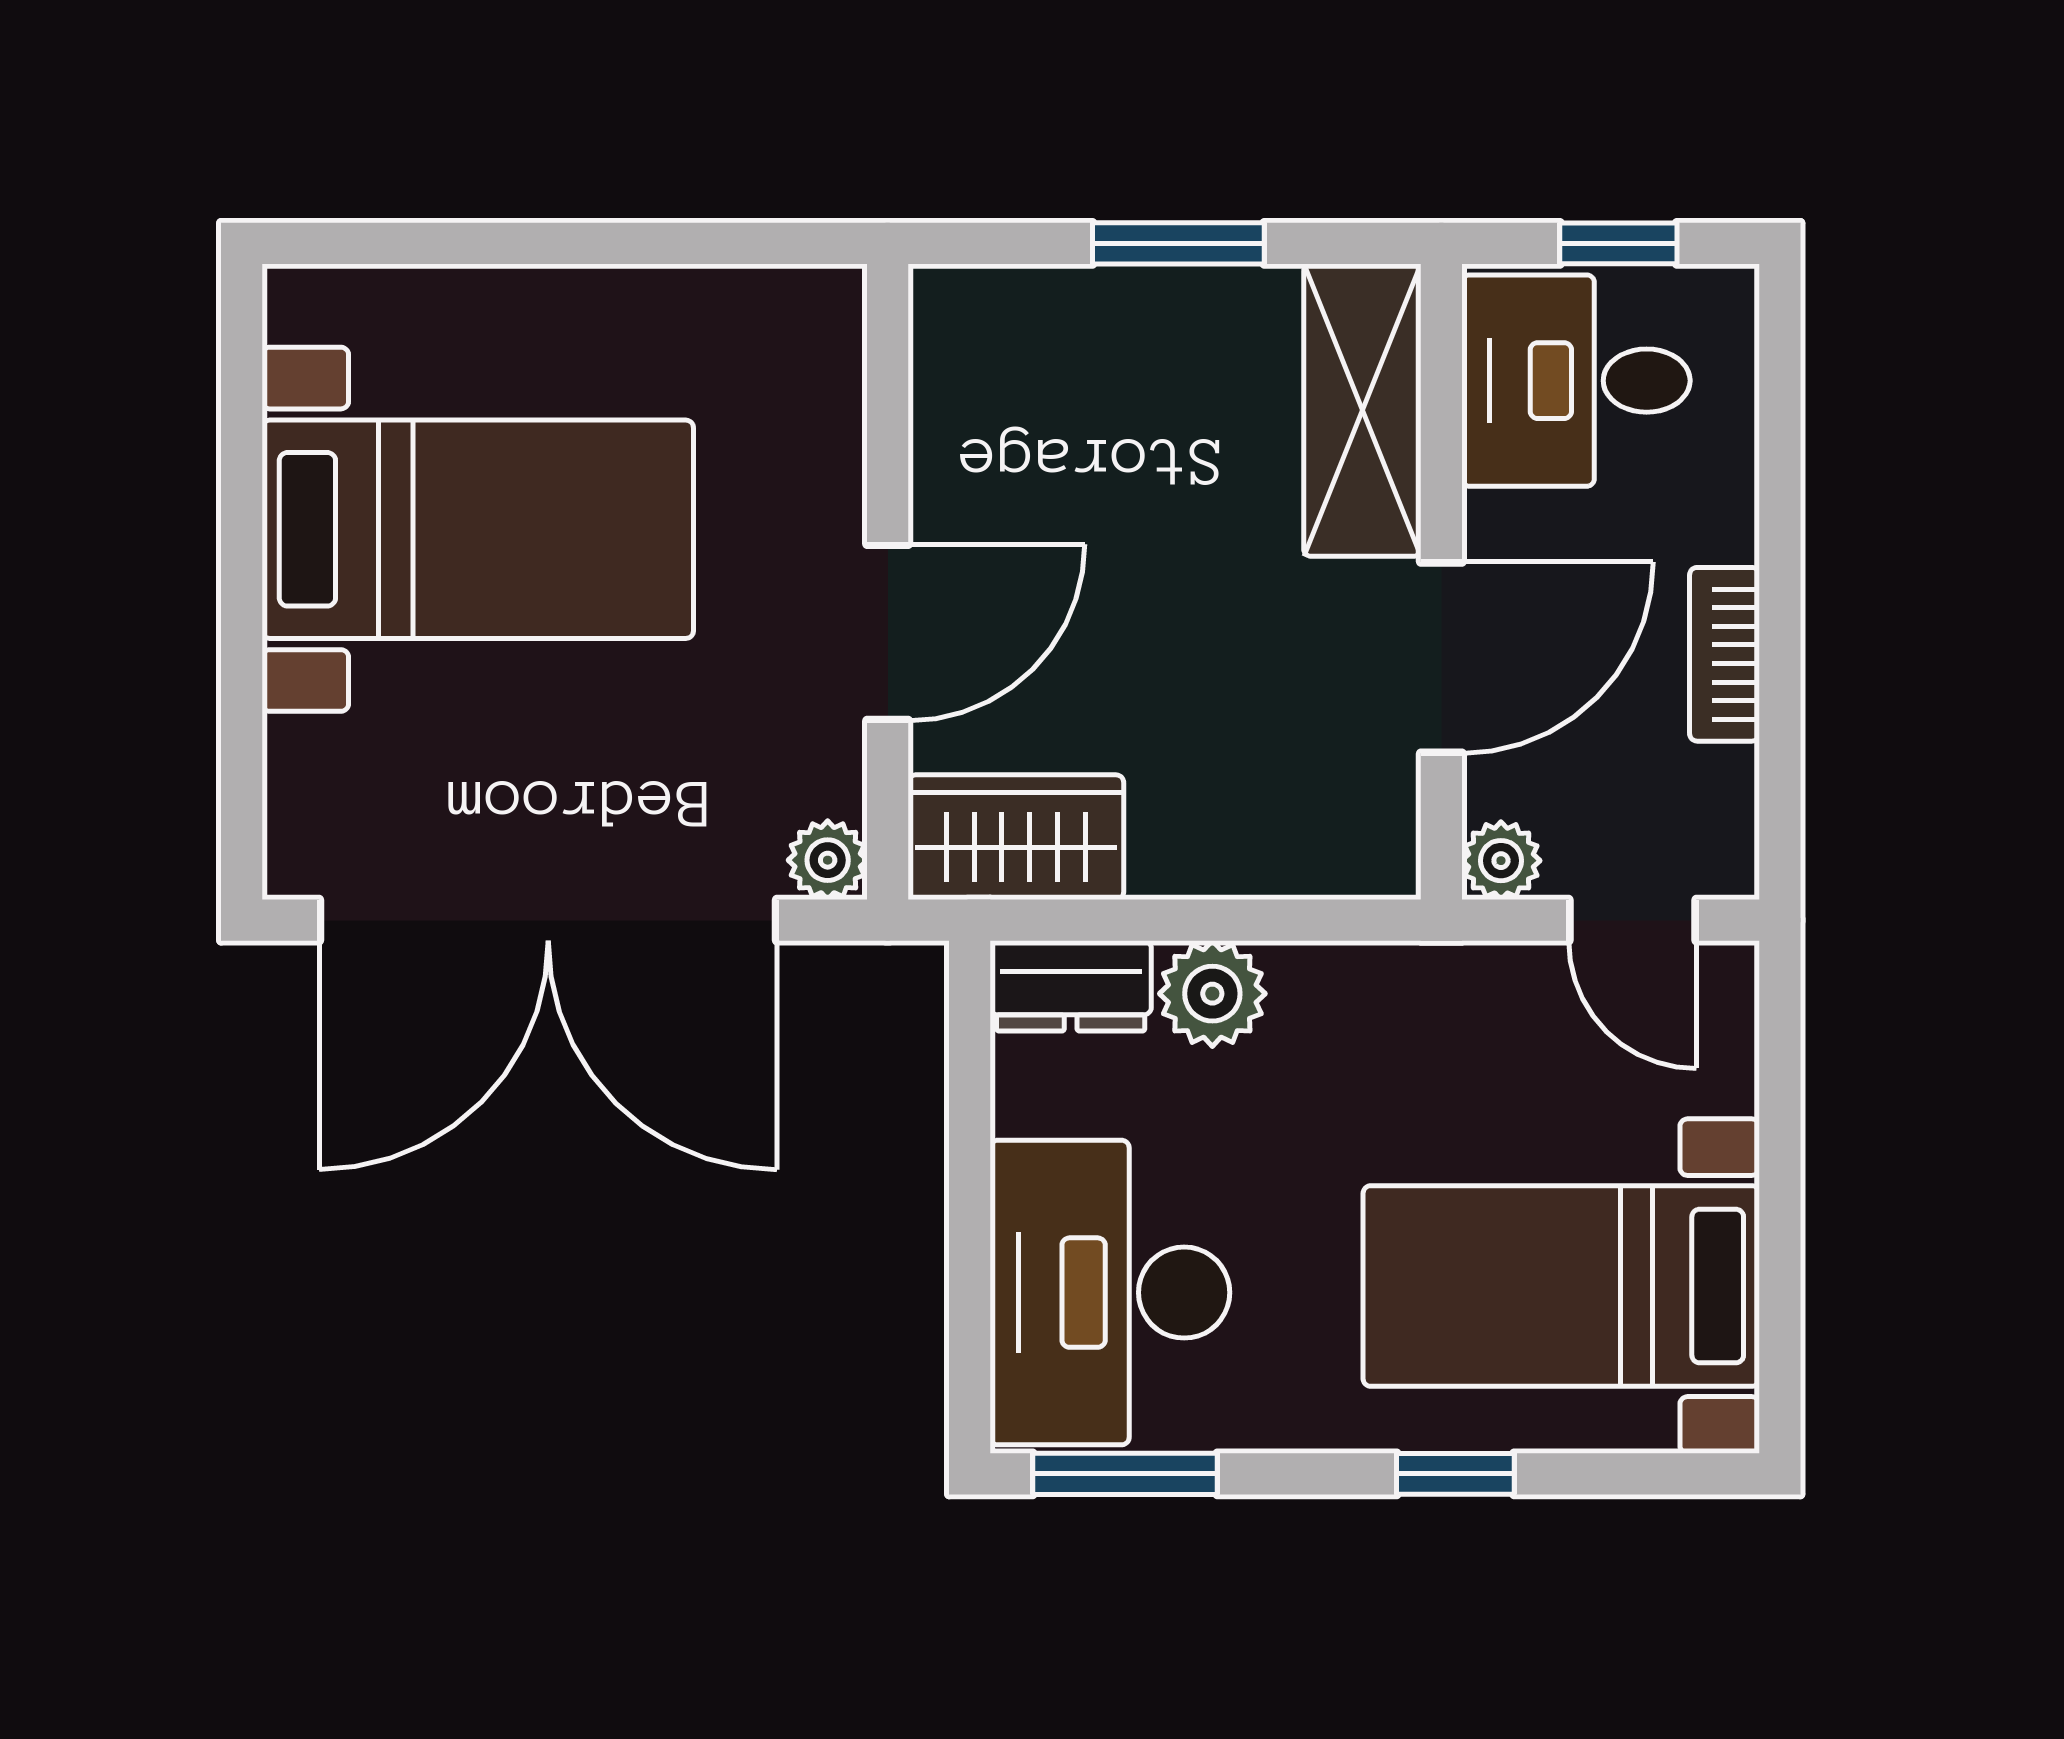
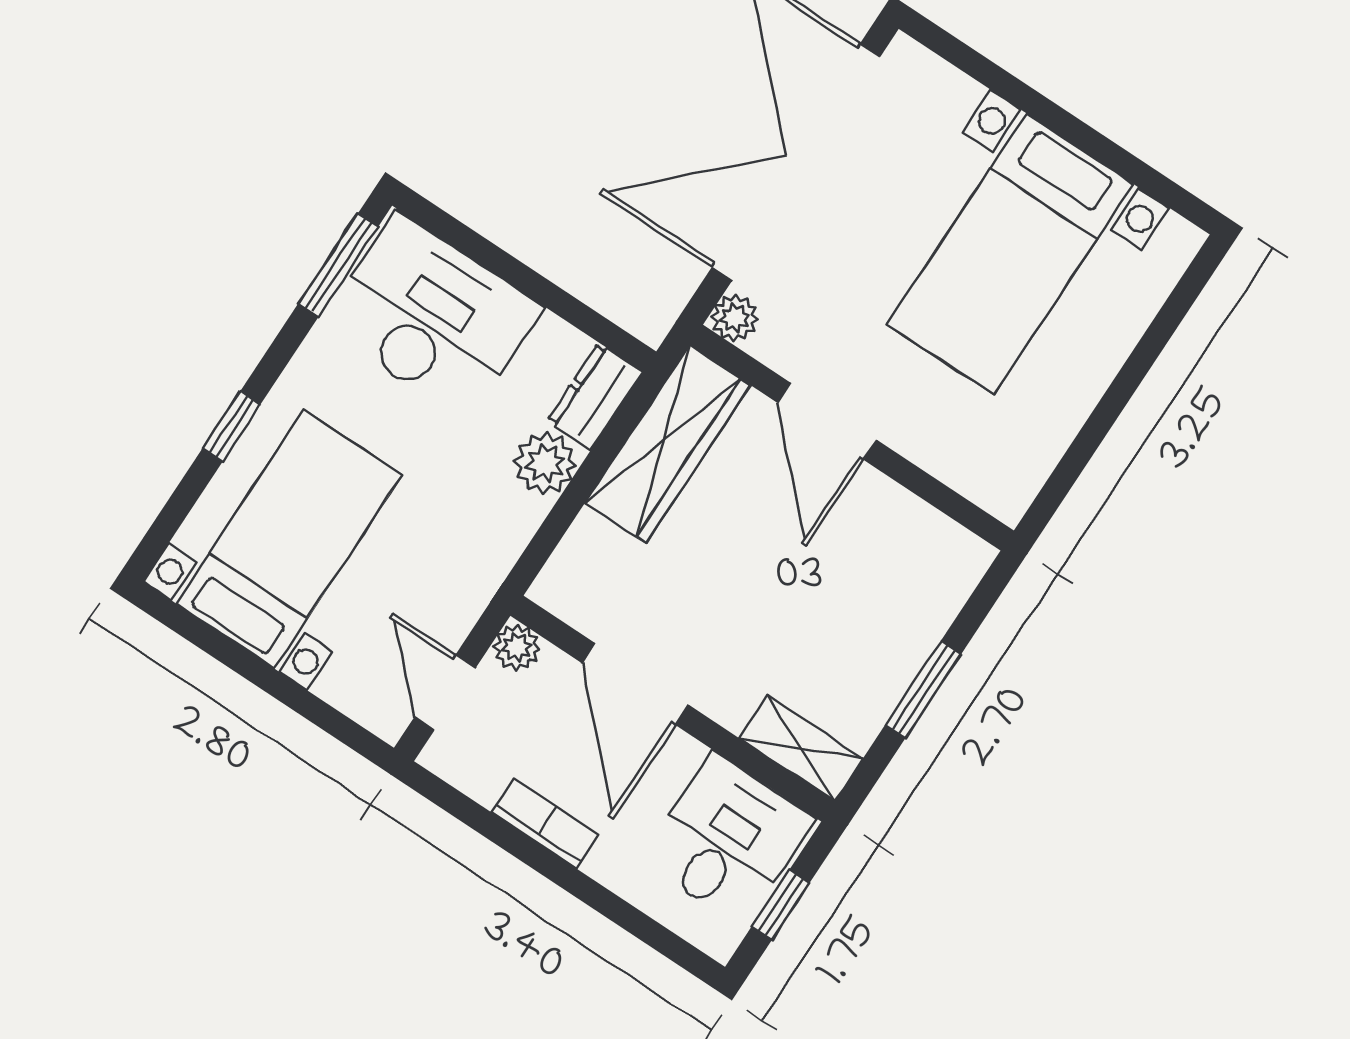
shelving: (1362, 410) -> (801, 748), width x0.67, depth x0.75
wardrobe: (1016, 837) -> (668, 444), width x1.50
door: (1632, 920) -> (445, 692), hinge flipped

